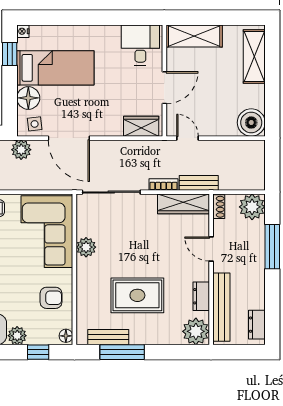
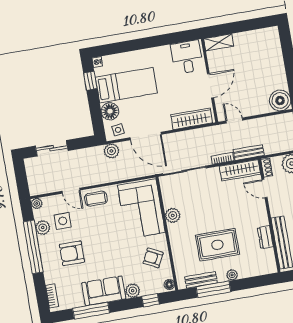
shelving: (194, 36) -> (219, 42), width x0.67, depth x0.75
shelving: (254, 57) -> (274, 51), removed
wardrobe: (141, 126) -> (192, 119), width x1.50
door: (211, 249) -> (264, 189), moved
armchair: (51, 298) -> (153, 258), turned -153
plant: (196, 331) -> (232, 275), moved, width x0.53, depth x0.53

